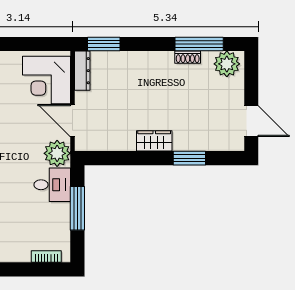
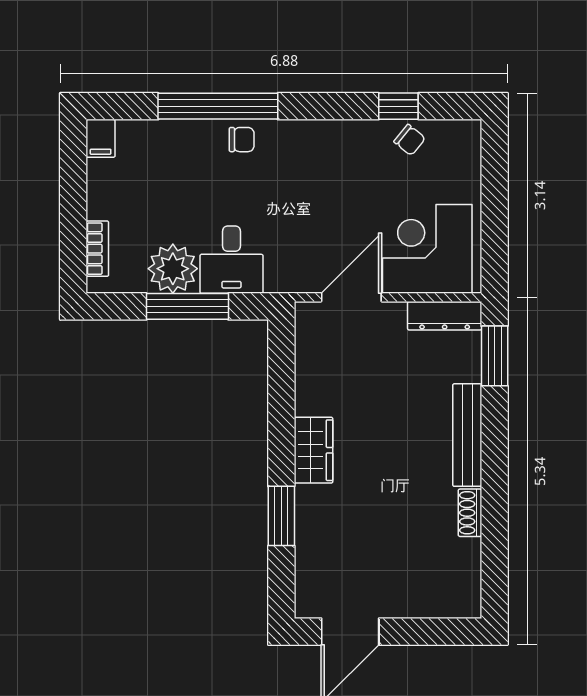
window: (199, 44) -> (495, 534), removed
bench: (146, 59) -> (467, 435), added
plant: (227, 64) -> (457, 586), removed
plant: (57, 153) -> (173, 269), moved

